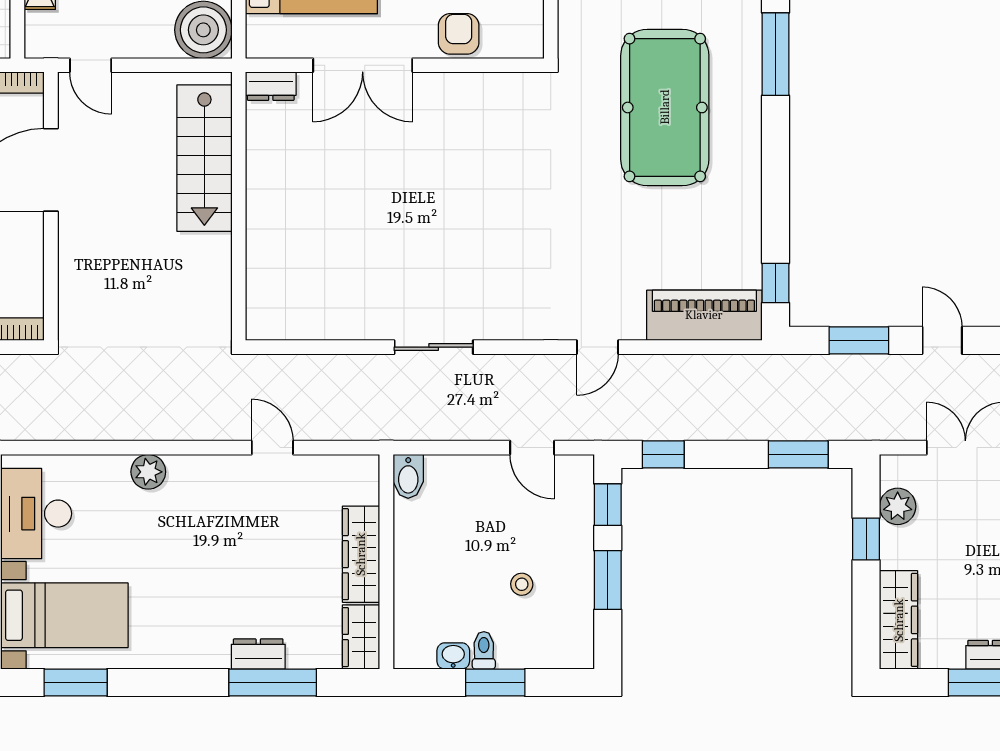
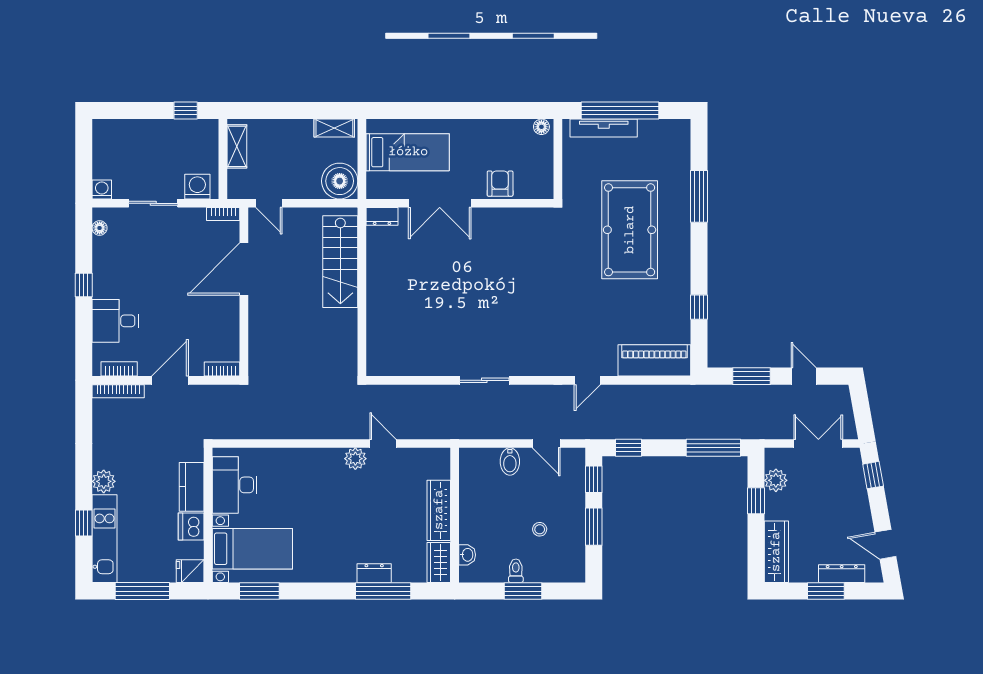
window: (775, 283) -> (699, 307), moved
window: (798, 454) -> (713, 448), width x1.44
plant: (148, 472) -> (355, 459), moved
bidet: (408, 476) -> (510, 462), moved
washbasin: (453, 656) -> (467, 555), moved, turned 90

